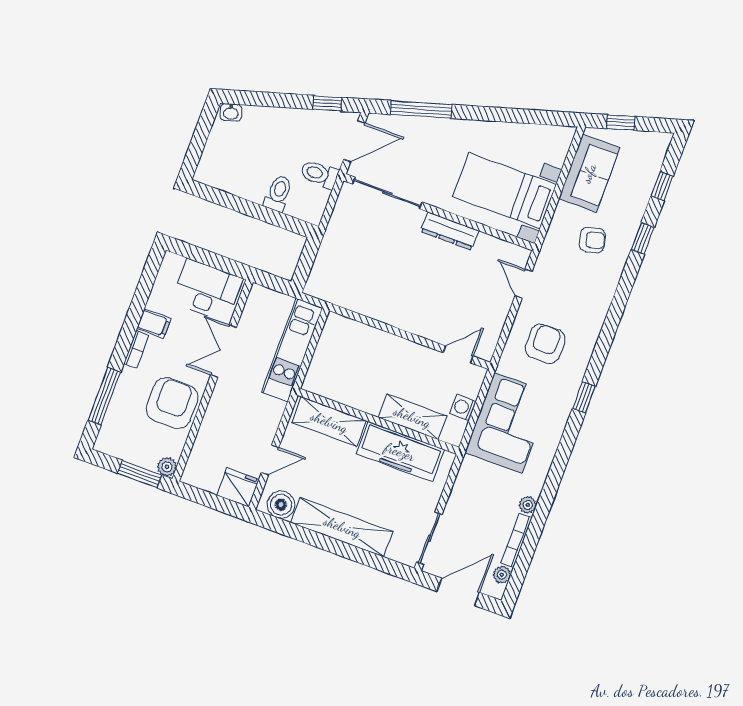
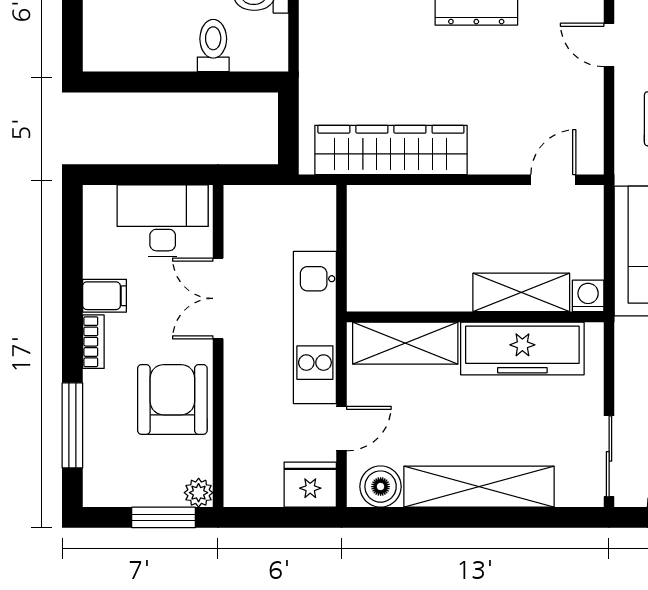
wardrobe: (364, 299) -> (391, 150), added
kitchen unit: (292, 350) -> (315, 327), moved
washing machine: (463, 407) -> (588, 296), moved, turned 90

